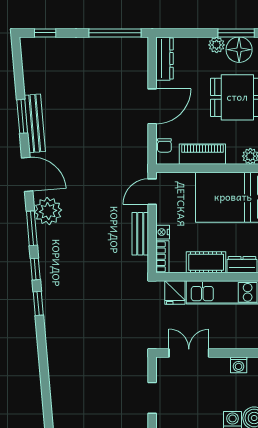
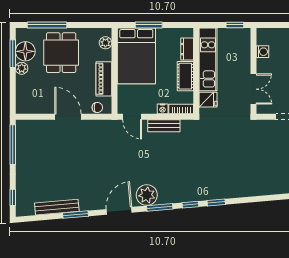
dresser: (165, 59) -> (32, 107), removed
bench: (35, 123) -> (57, 207), moved
double door: (189, 353) -> (254, 89), swing flipped

